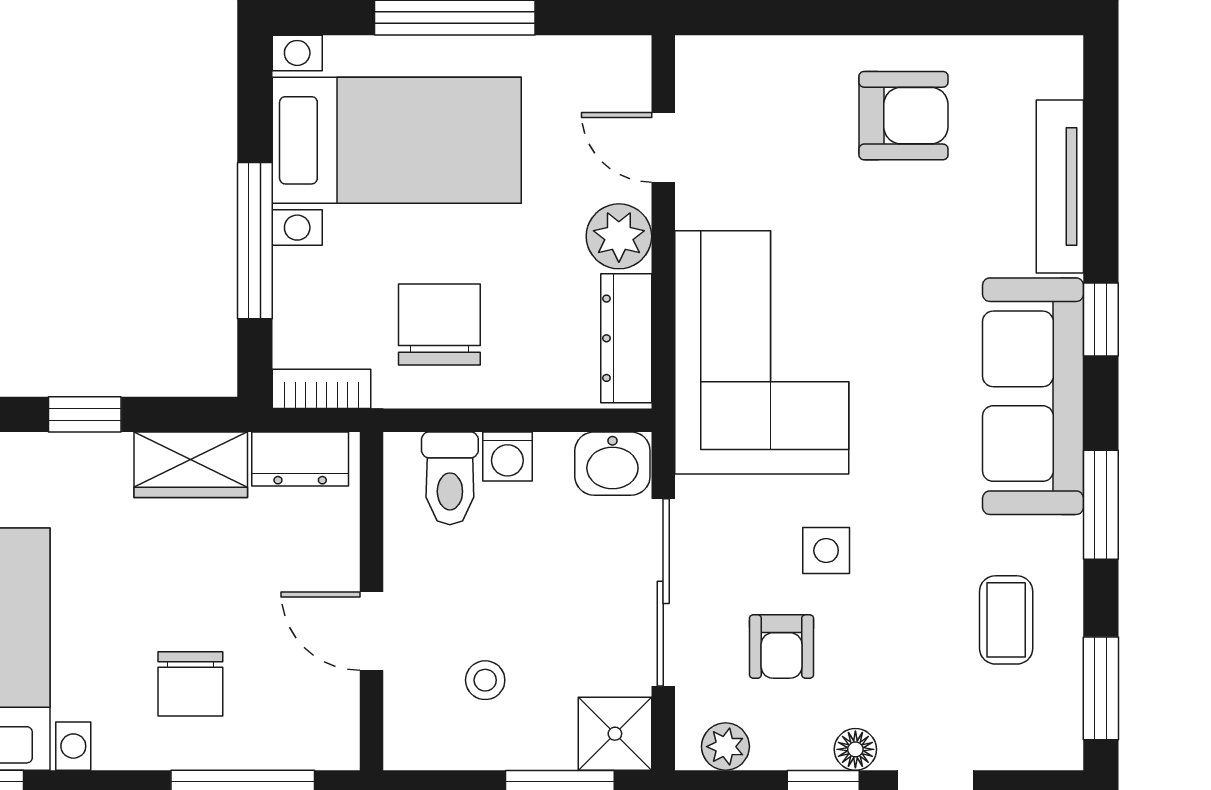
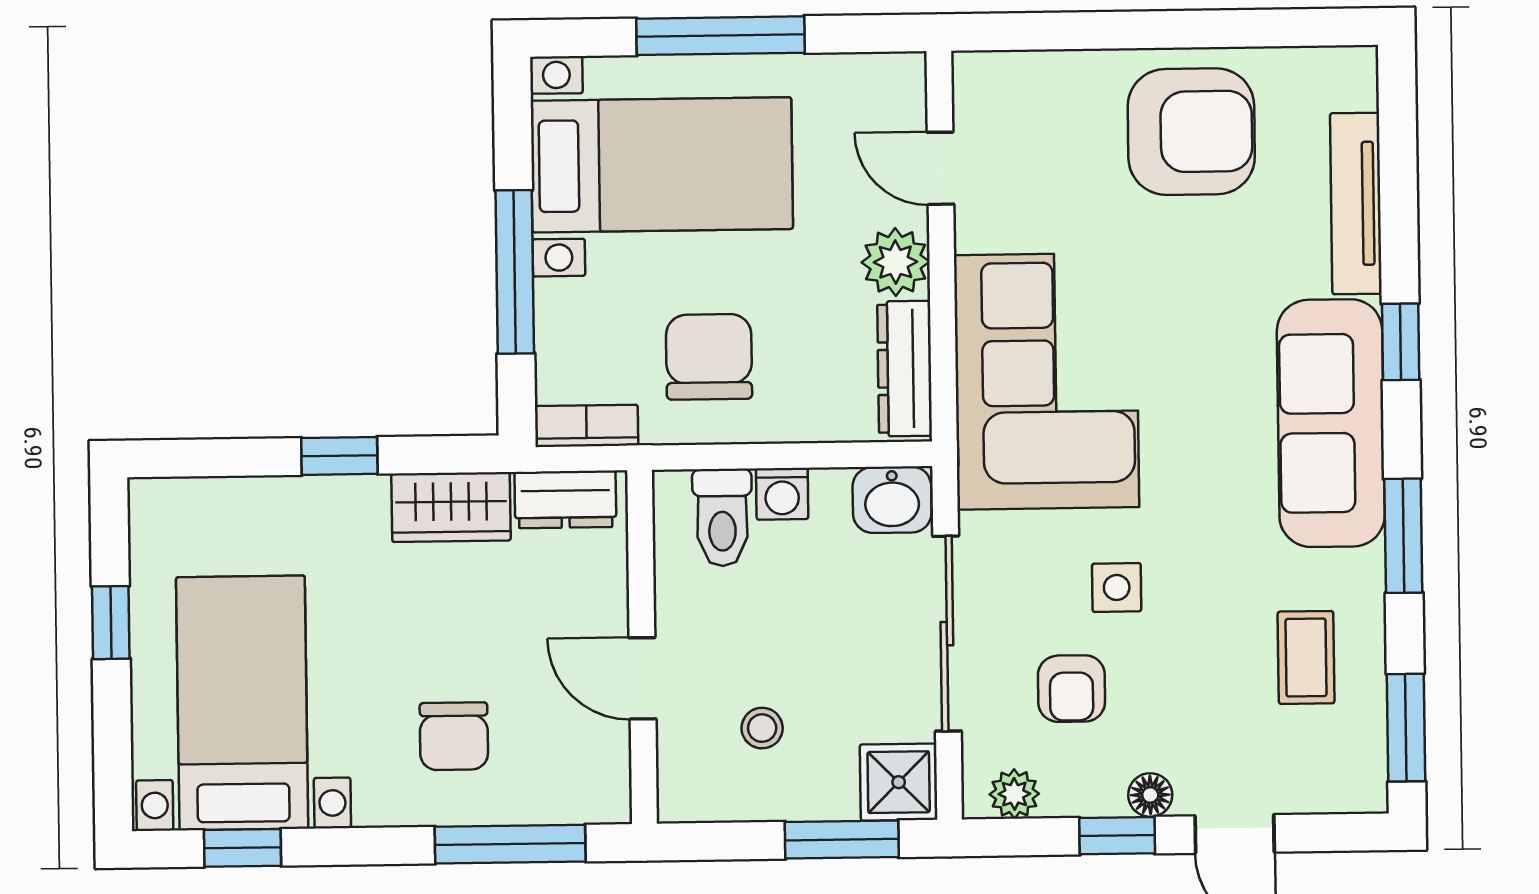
armchair: (903, 116) -> (1191, 132), width x1.36, depth x1.36

